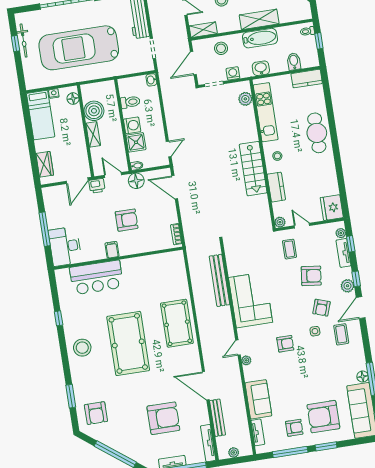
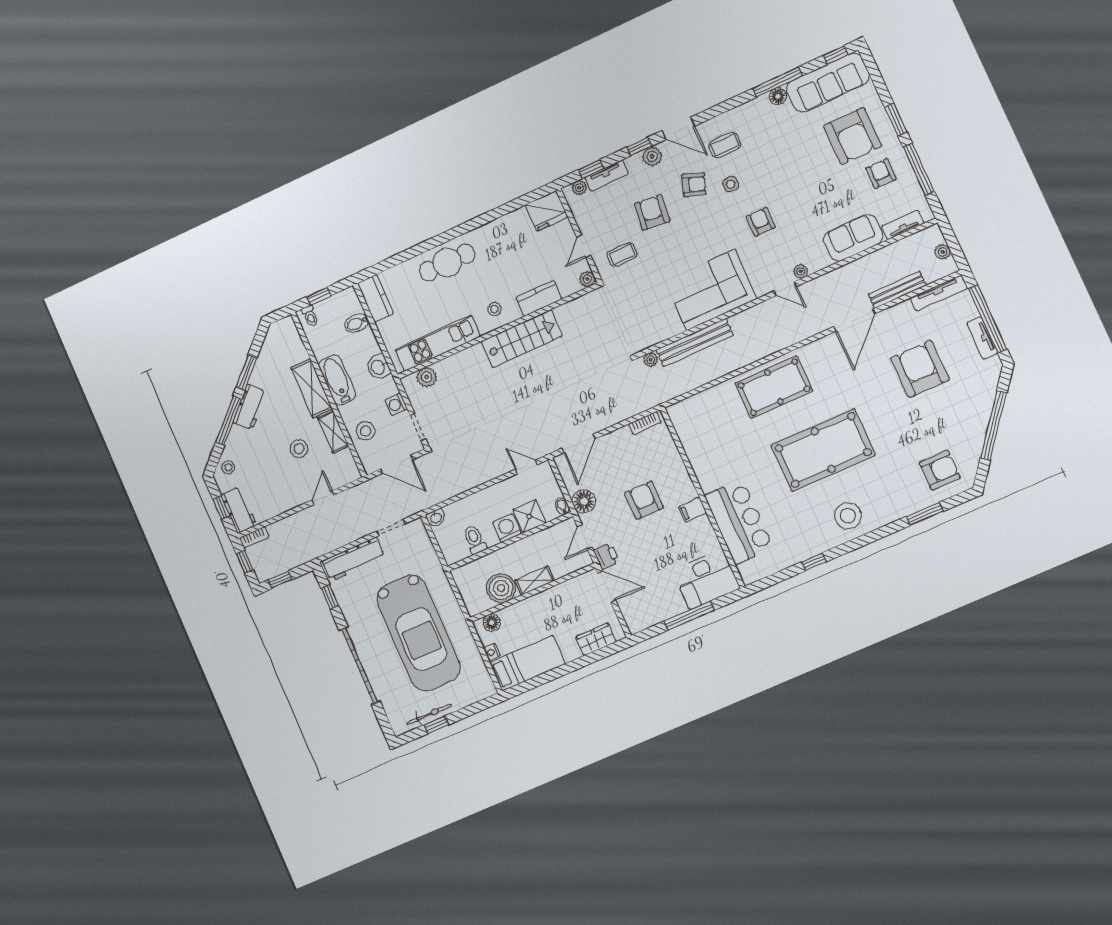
shelving: (203, 30) -> (333, 432), moved
plant: (216, 249) -> (651, 360), added

